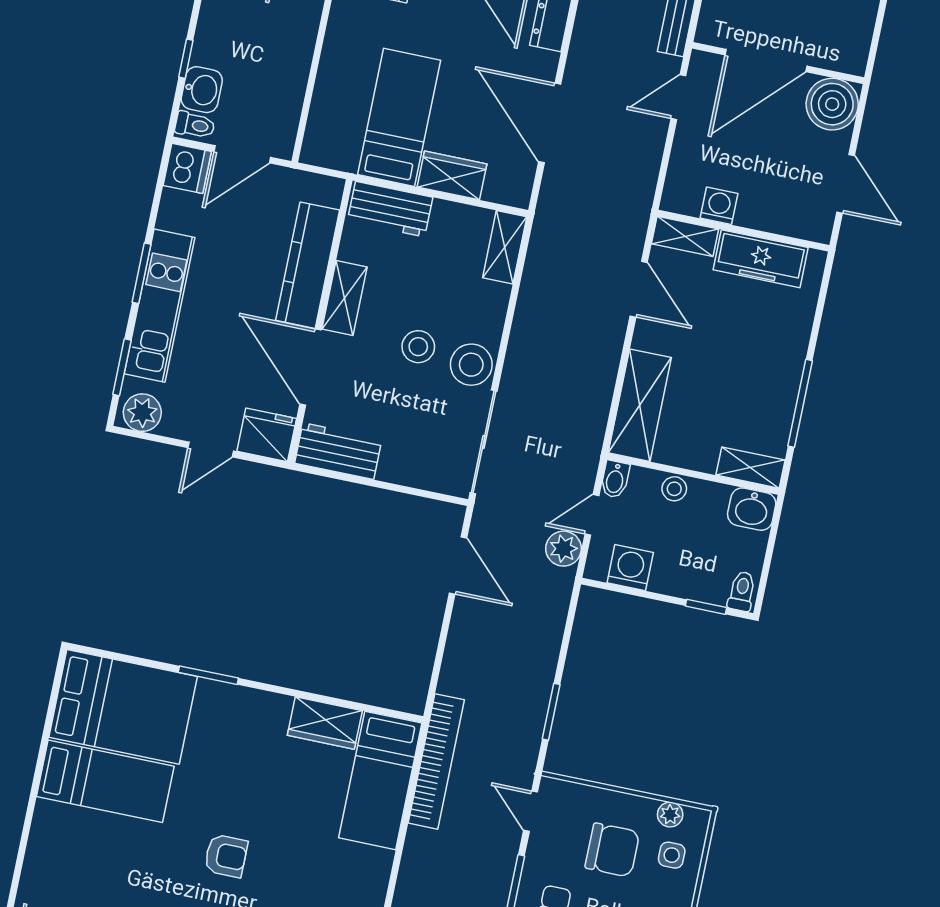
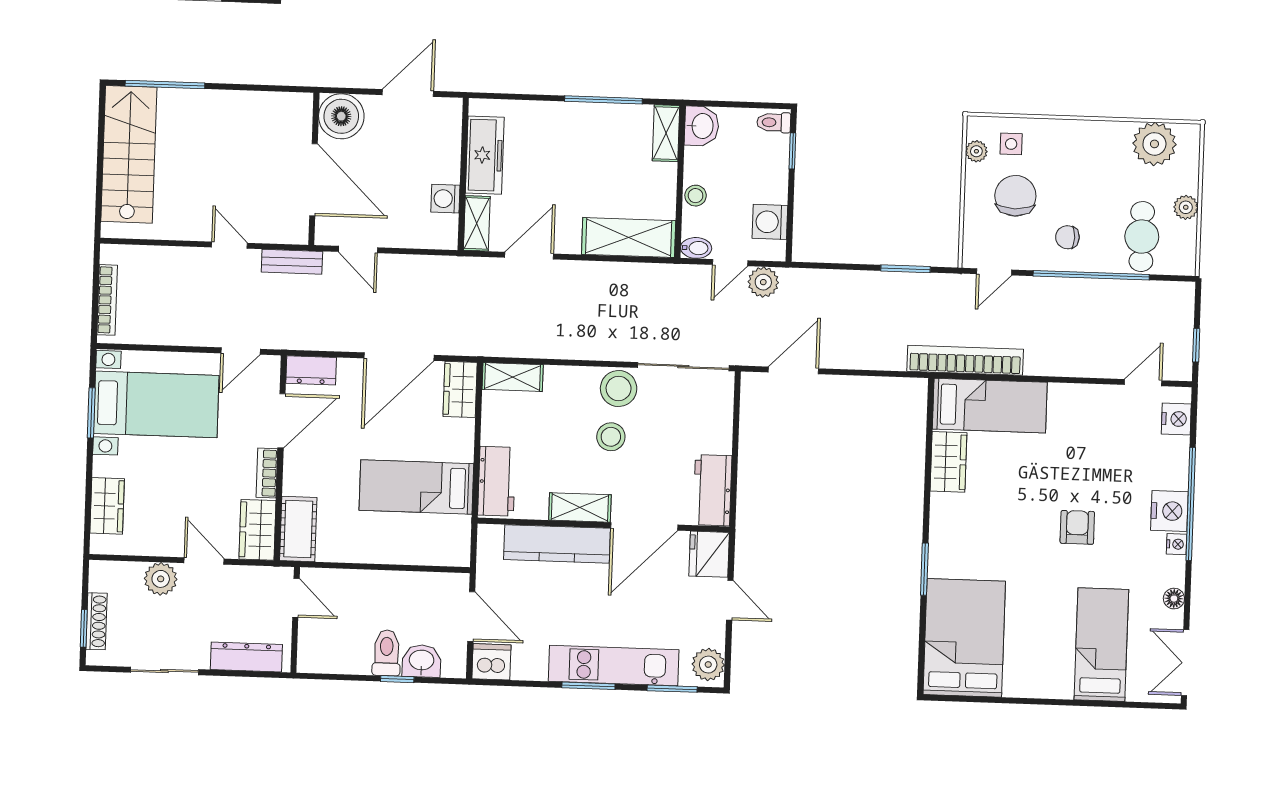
toilet: (195, 125) -> (386, 653), moved, width x1.37, depth x1.39
wardrobe: (452, 175) -> (460, 389), moved
door: (592, 515) -> (730, 263), hinge flipped
bed: (105, 781) -> (1101, 645), moved

